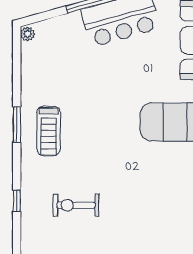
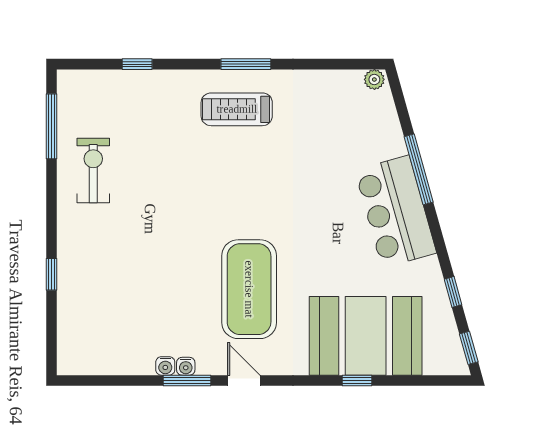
exercise bike: (76, 205) -> (93, 170), moved

